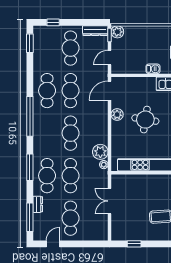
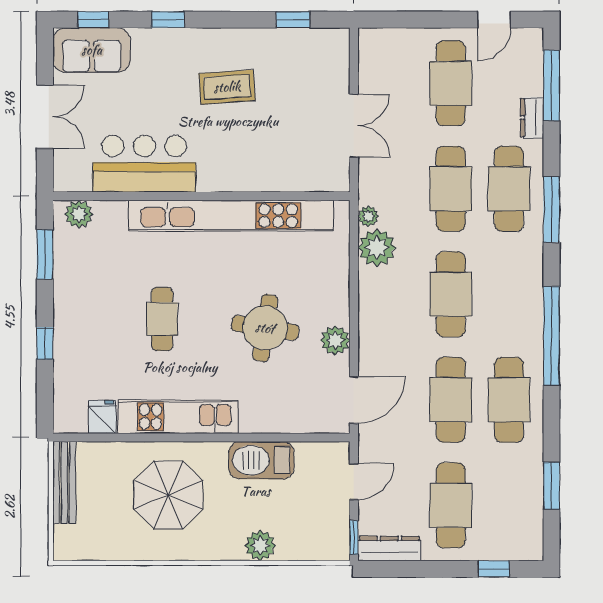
plant: (117, 32) -> (260, 545), moved
window: (30, 43) -> (552, 486), moved
barbecue: (153, 69) -> (261, 460), width x1.88, depth x1.53

